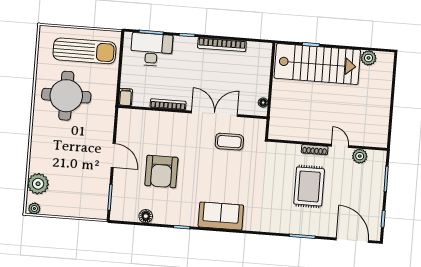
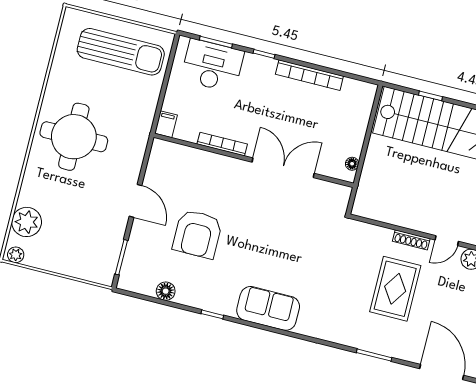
round table: (66, 96) -> (74, 137), moved
coffee table: (229, 142) -> (297, 209), removed
door: (340, 146) -> (447, 241), swing flipped

